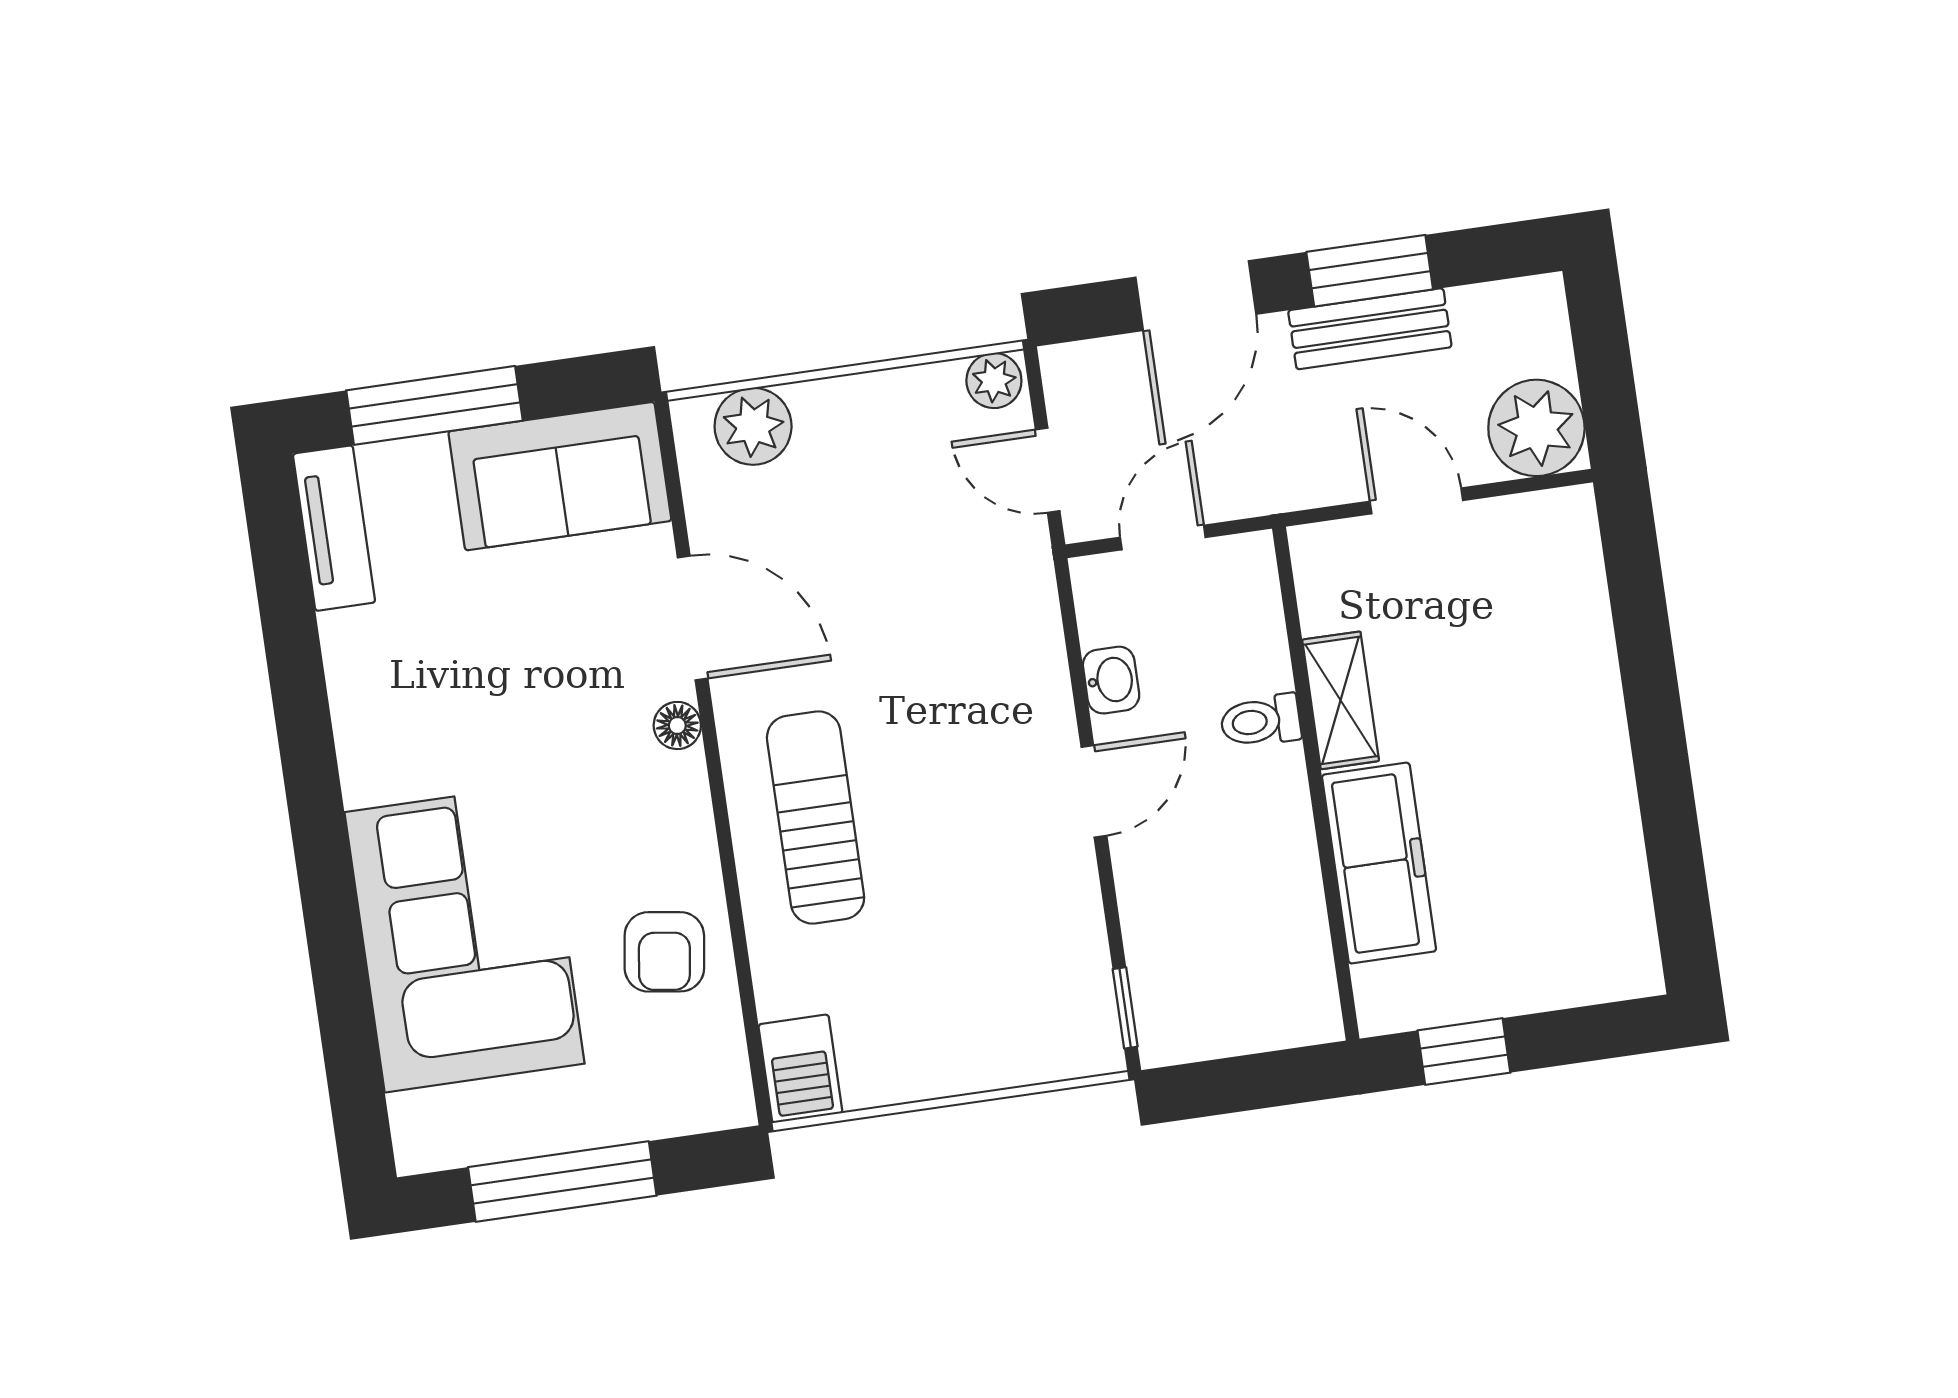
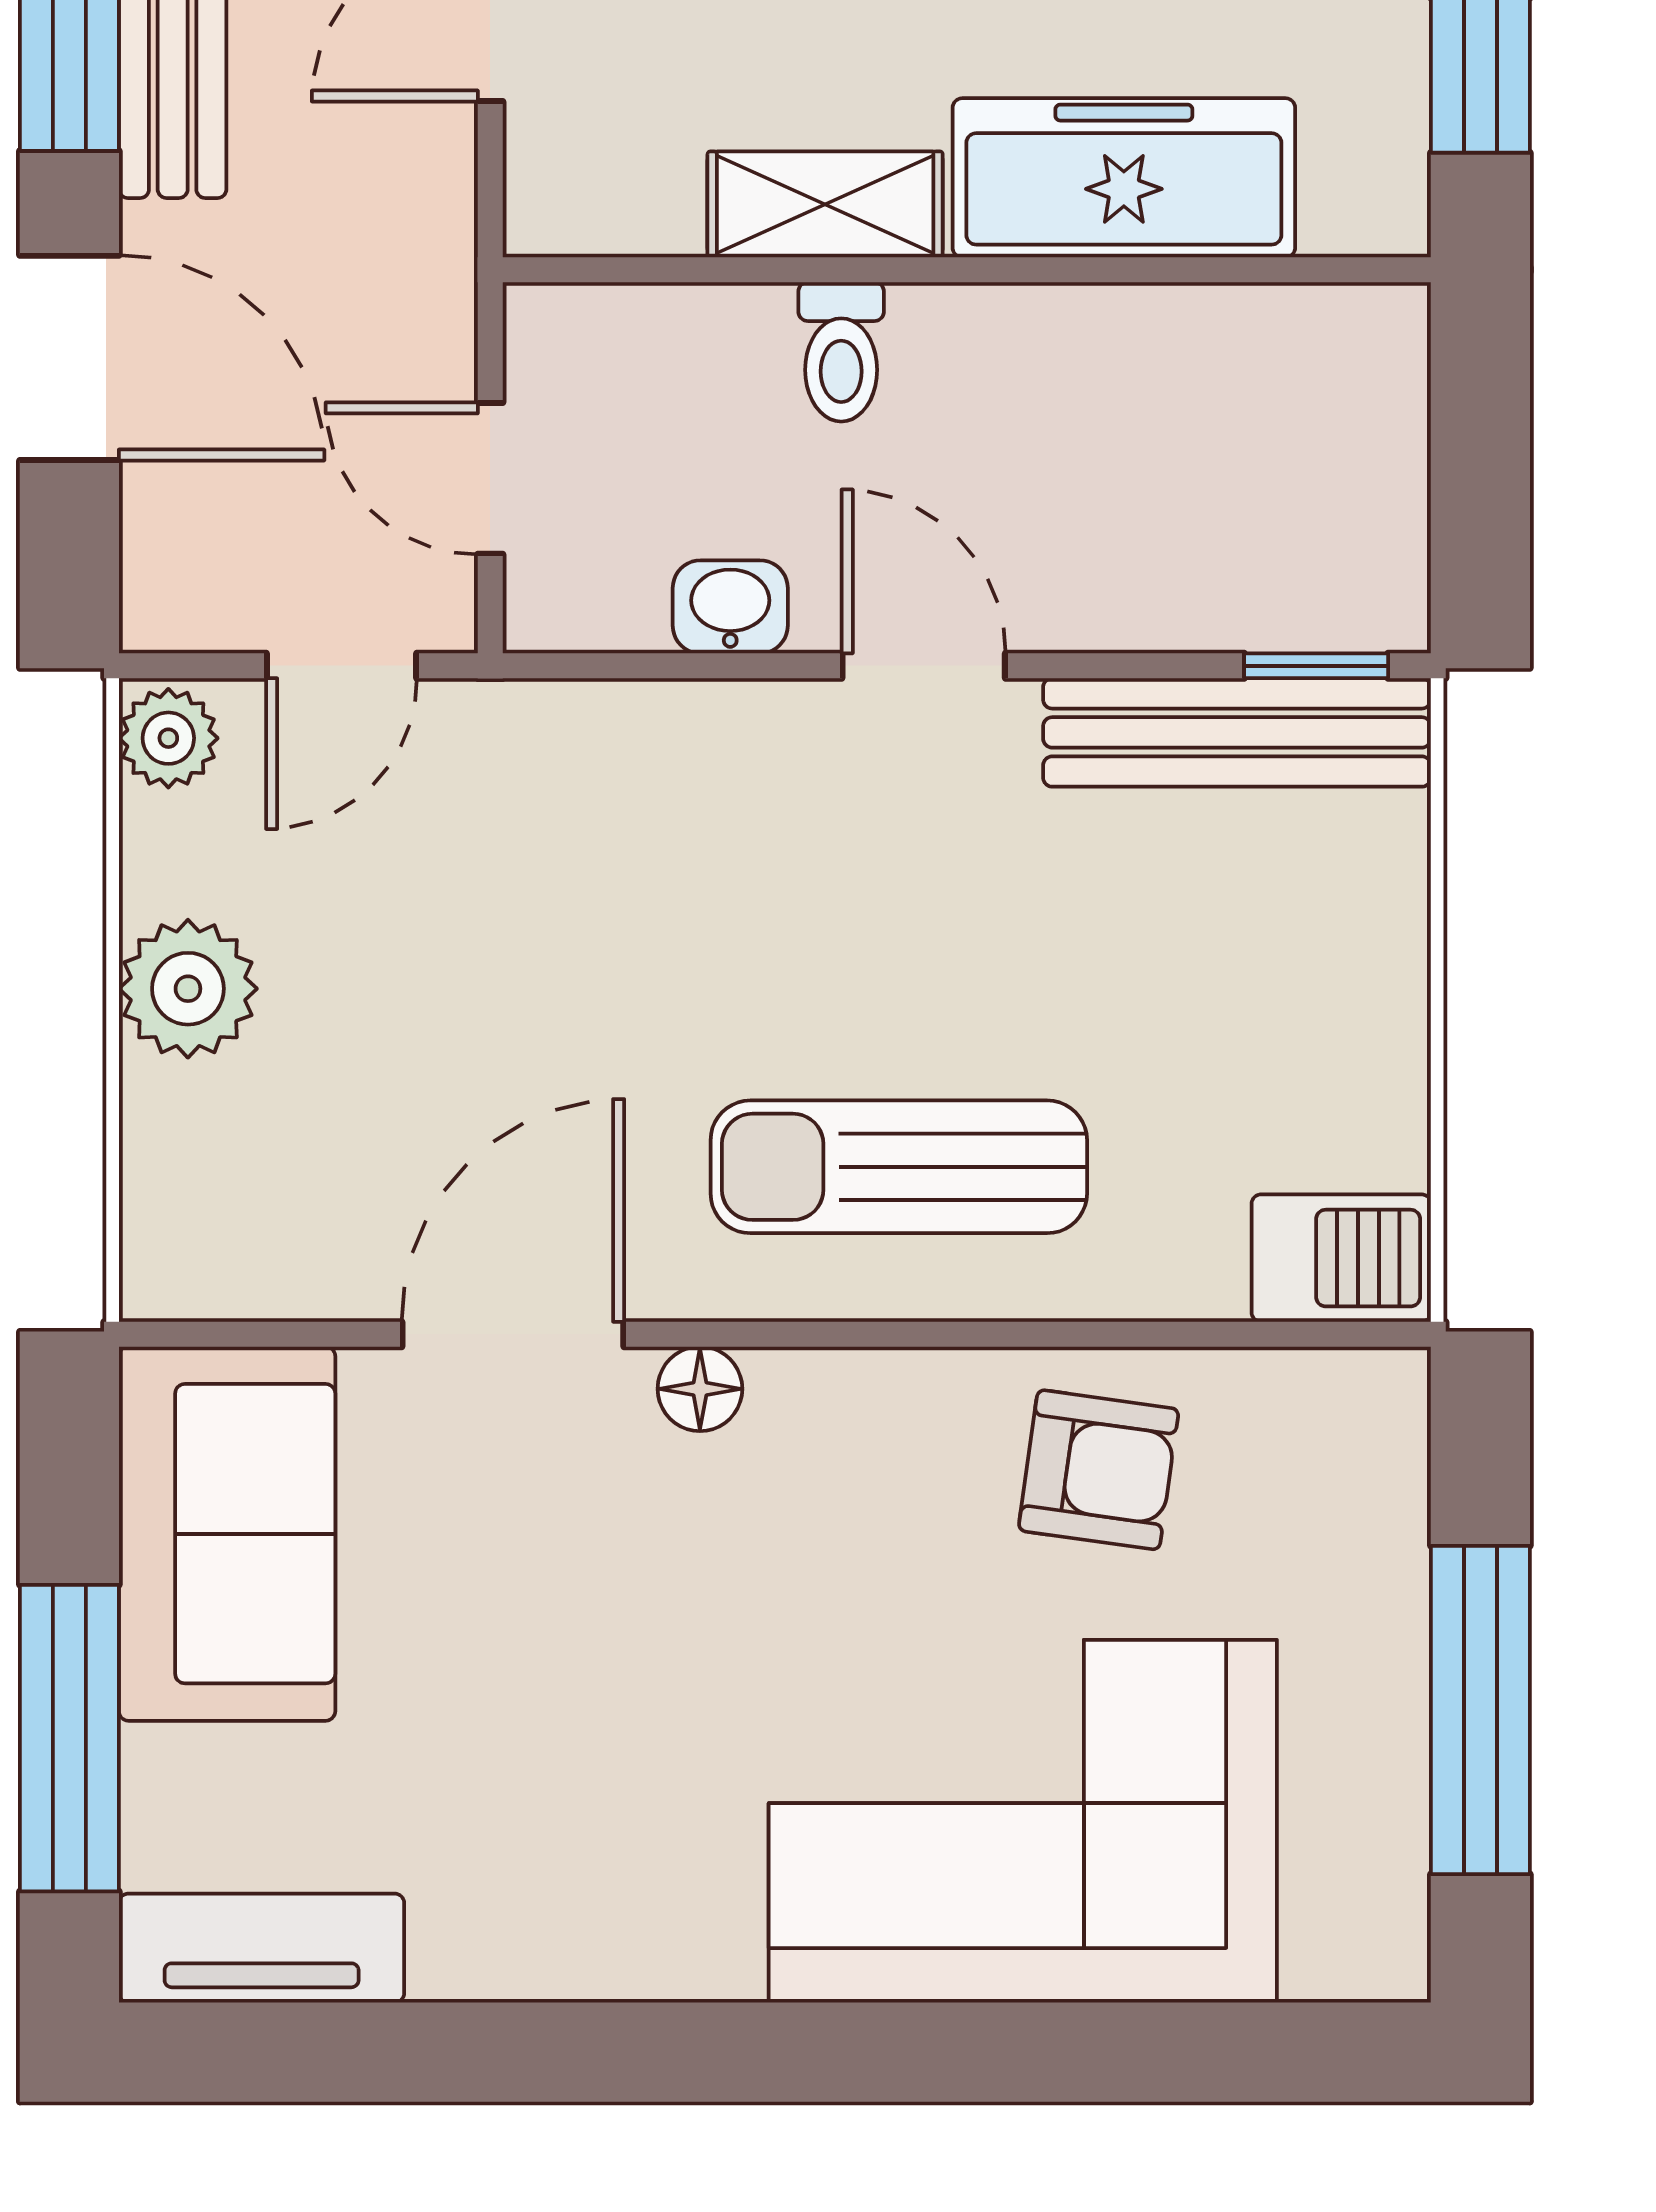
plant: (753, 426) -> (188, 989), moved
bench: (1082, 970) -> (1237, 732), added

